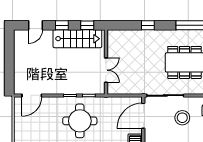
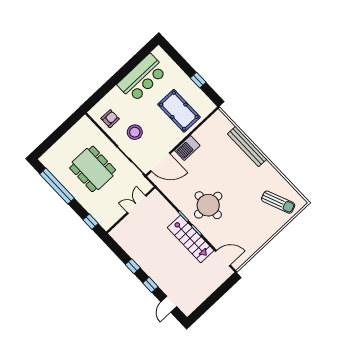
door: (35, 25) -> (169, 304), swing flipped
stairs: (77, 39) -> (191, 239), moved, turned 180
wall: (106, 62) -> (131, 210), moved
double door: (106, 70) -> (137, 204), moved

